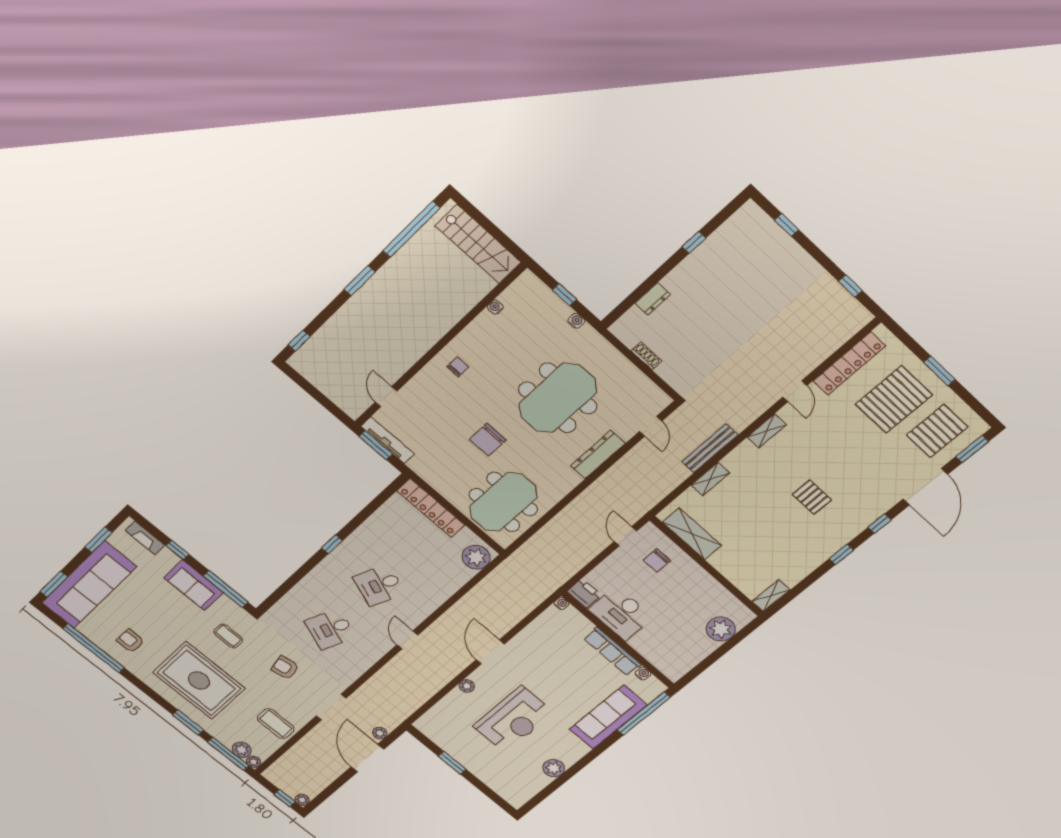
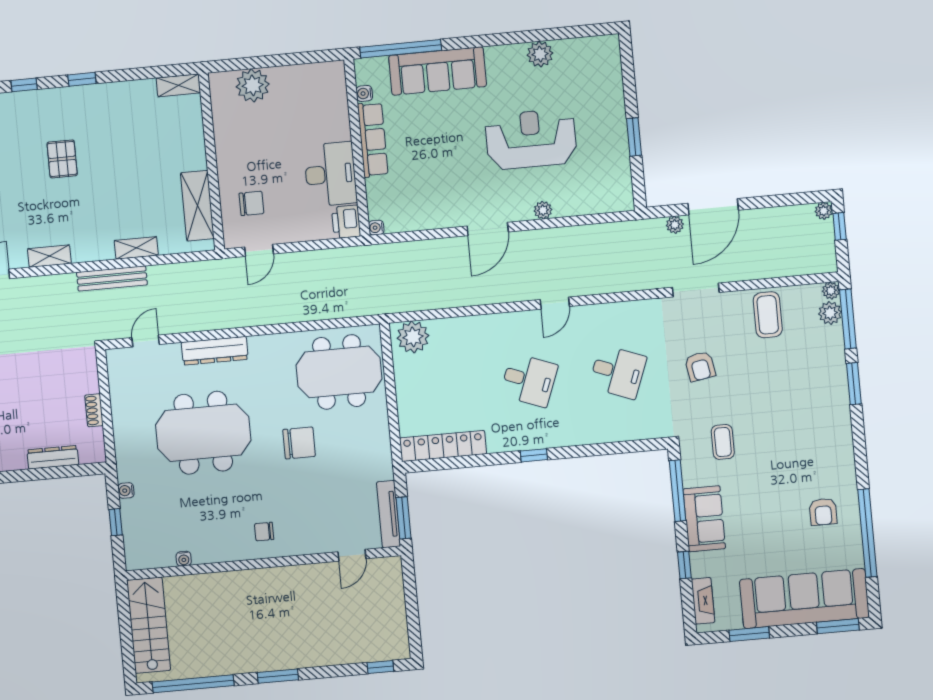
dresser: (653, 299) -> (53, 457), width x1.44
locker: (431, 508) -> (443, 446), moved, turned -90
rug: (199, 680) -> (798, 419), removed

